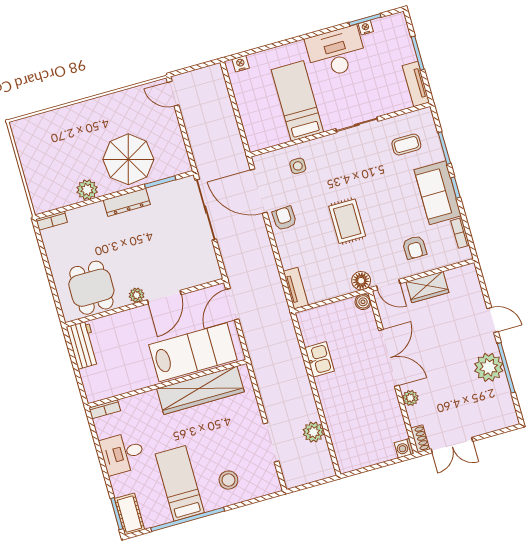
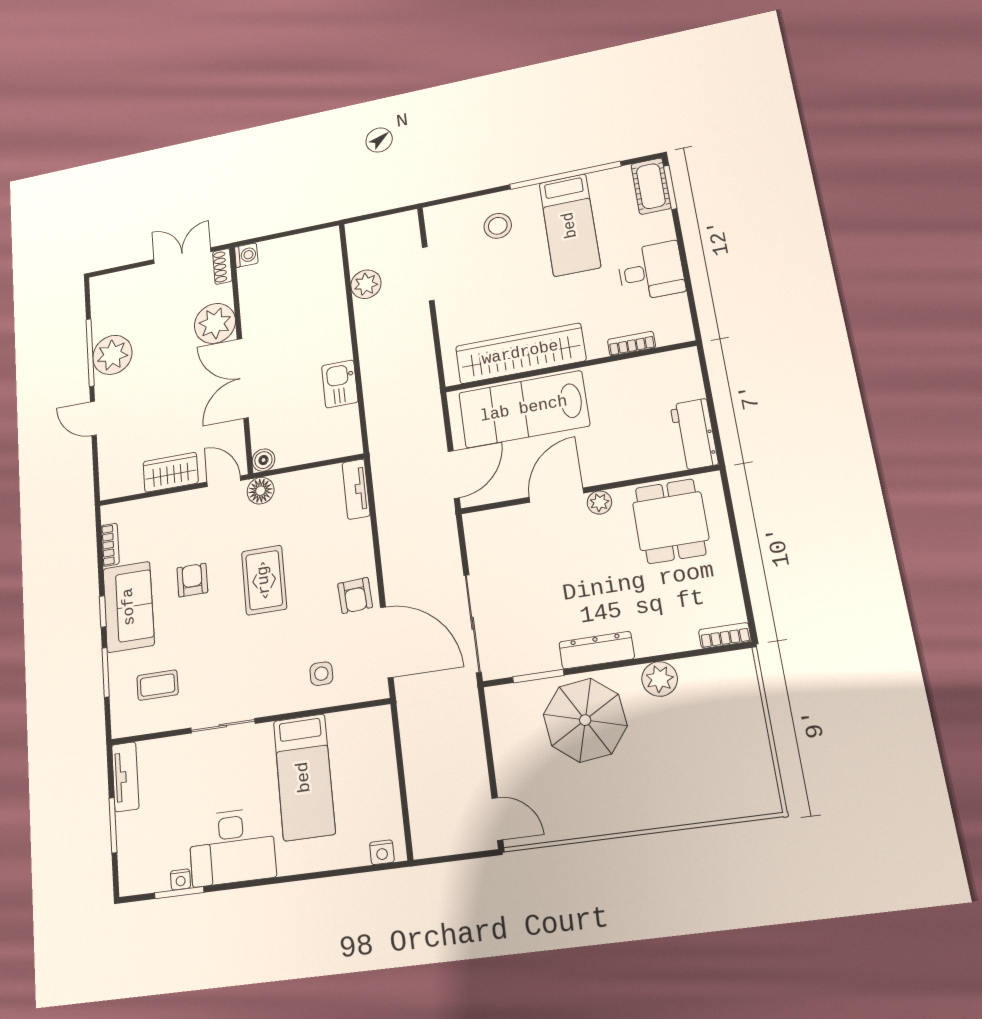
armchair: (415, 247) -> (192, 580), moved
plant: (410, 398) -> (215, 323), width x1.87, depth x1.87
bookcase: (105, 409) -> (632, 344), moved

